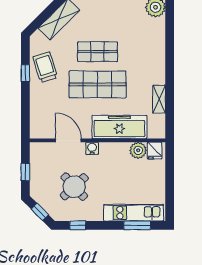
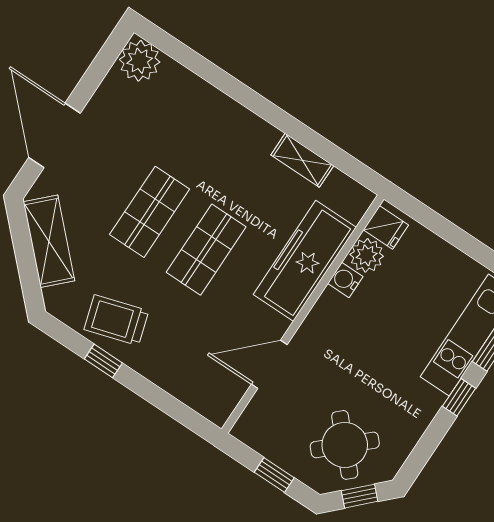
shop shelf: (98, 84) -> (206, 250), width x0.70, depth x0.74
water cooler: (92, 148) -> (345, 280), moved
round table: (74, 187) -> (345, 445), moved
window: (78, 225) -> (459, 397), moved

